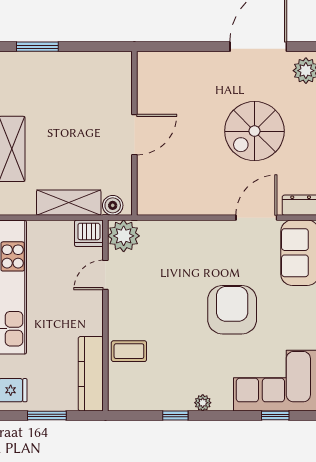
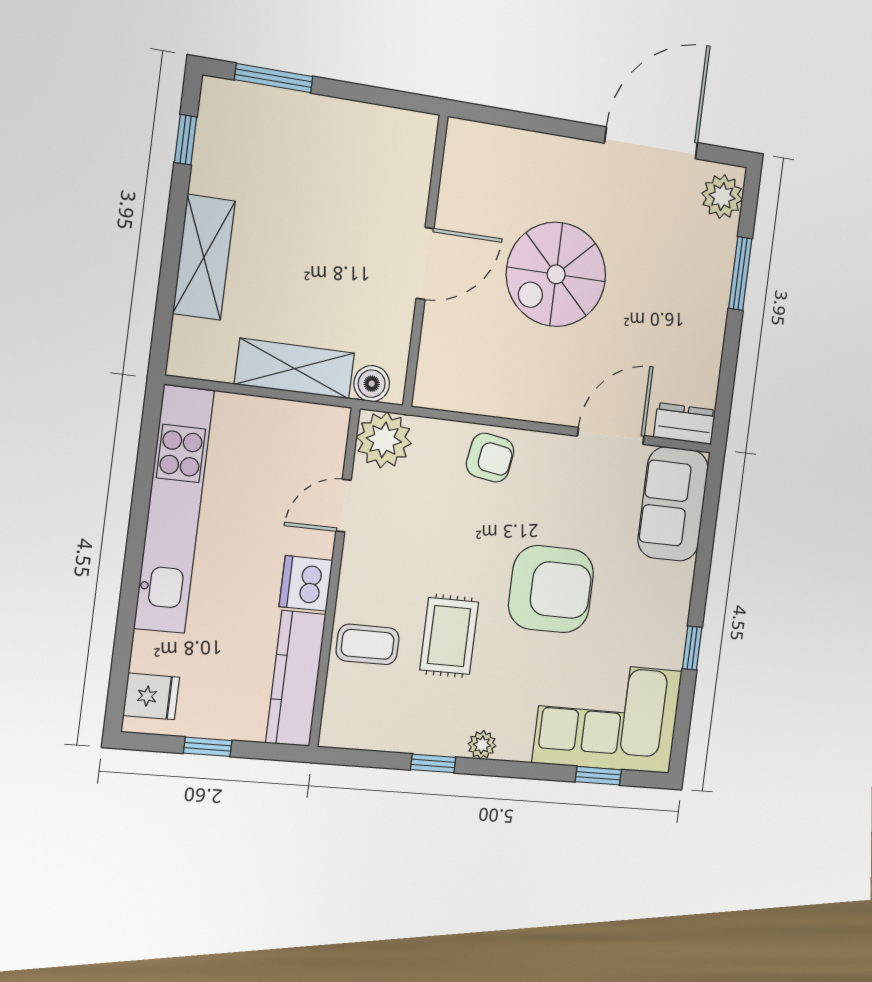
spiral stairs: (254, 131) -> (556, 274), moved
dishwasher: (89, 233) -> (306, 583), moved, turned 90
armchair: (186, 239) -> (490, 458), added
armchair: (232, 310) -> (551, 589), turned 90
rug: (175, 342) -> (449, 636), added
window: (47, 415) -> (208, 747), width x0.67

